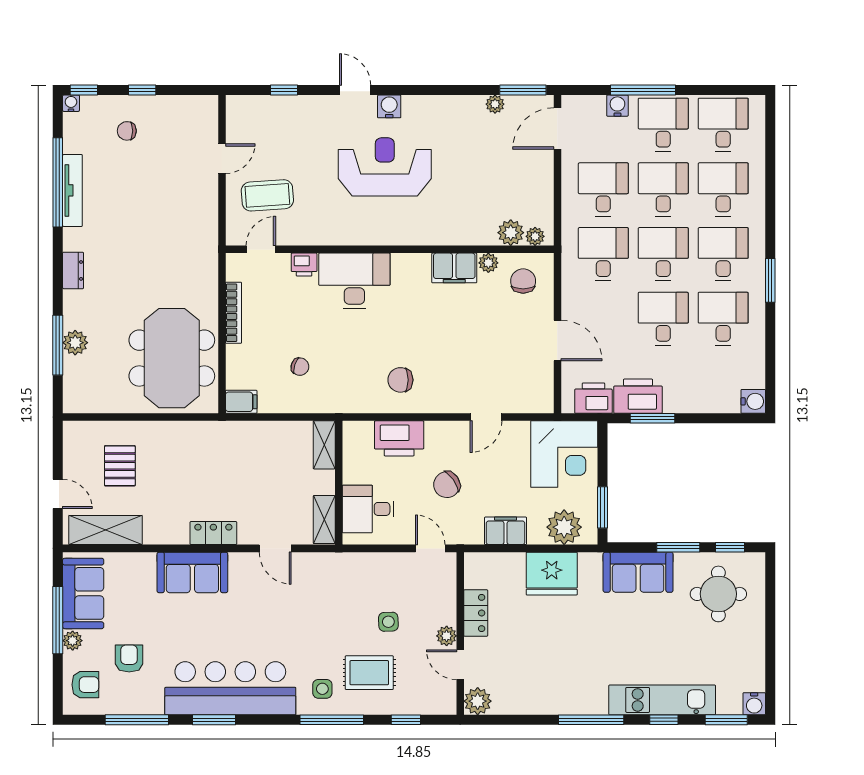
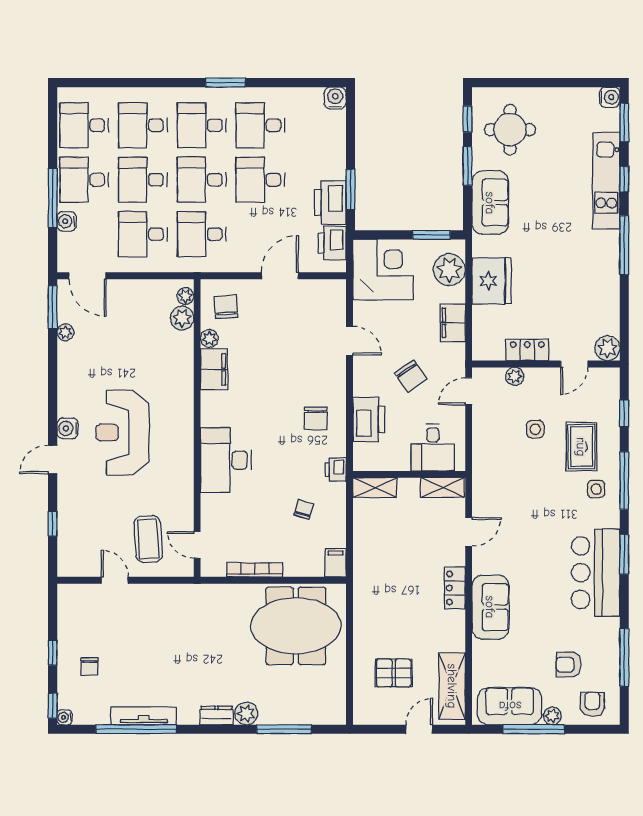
printer: (304, 265) -> (336, 470), moved, turned 180
chair: (523, 281) -> (226, 307), turned 86
plant: (75, 343) -> (246, 713), moved
plant: (447, 636) -> (515, 376), moved
bar counter: (230, 688) -> (596, 573), width x0.73
window: (214, 720) -> (624, 554), moved

